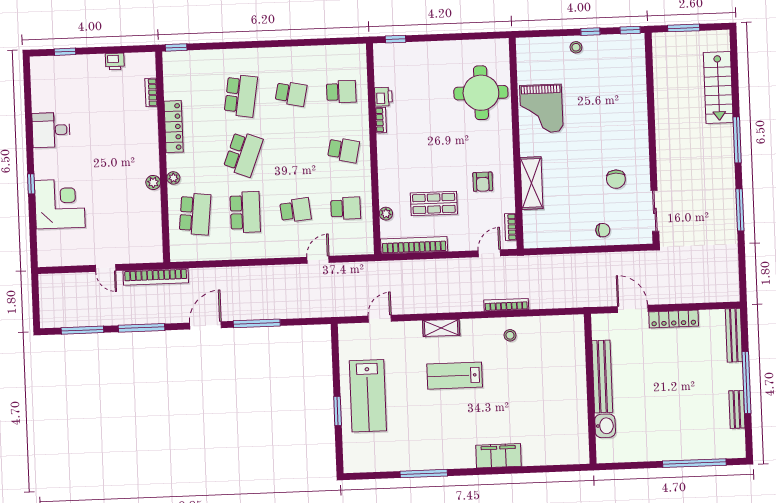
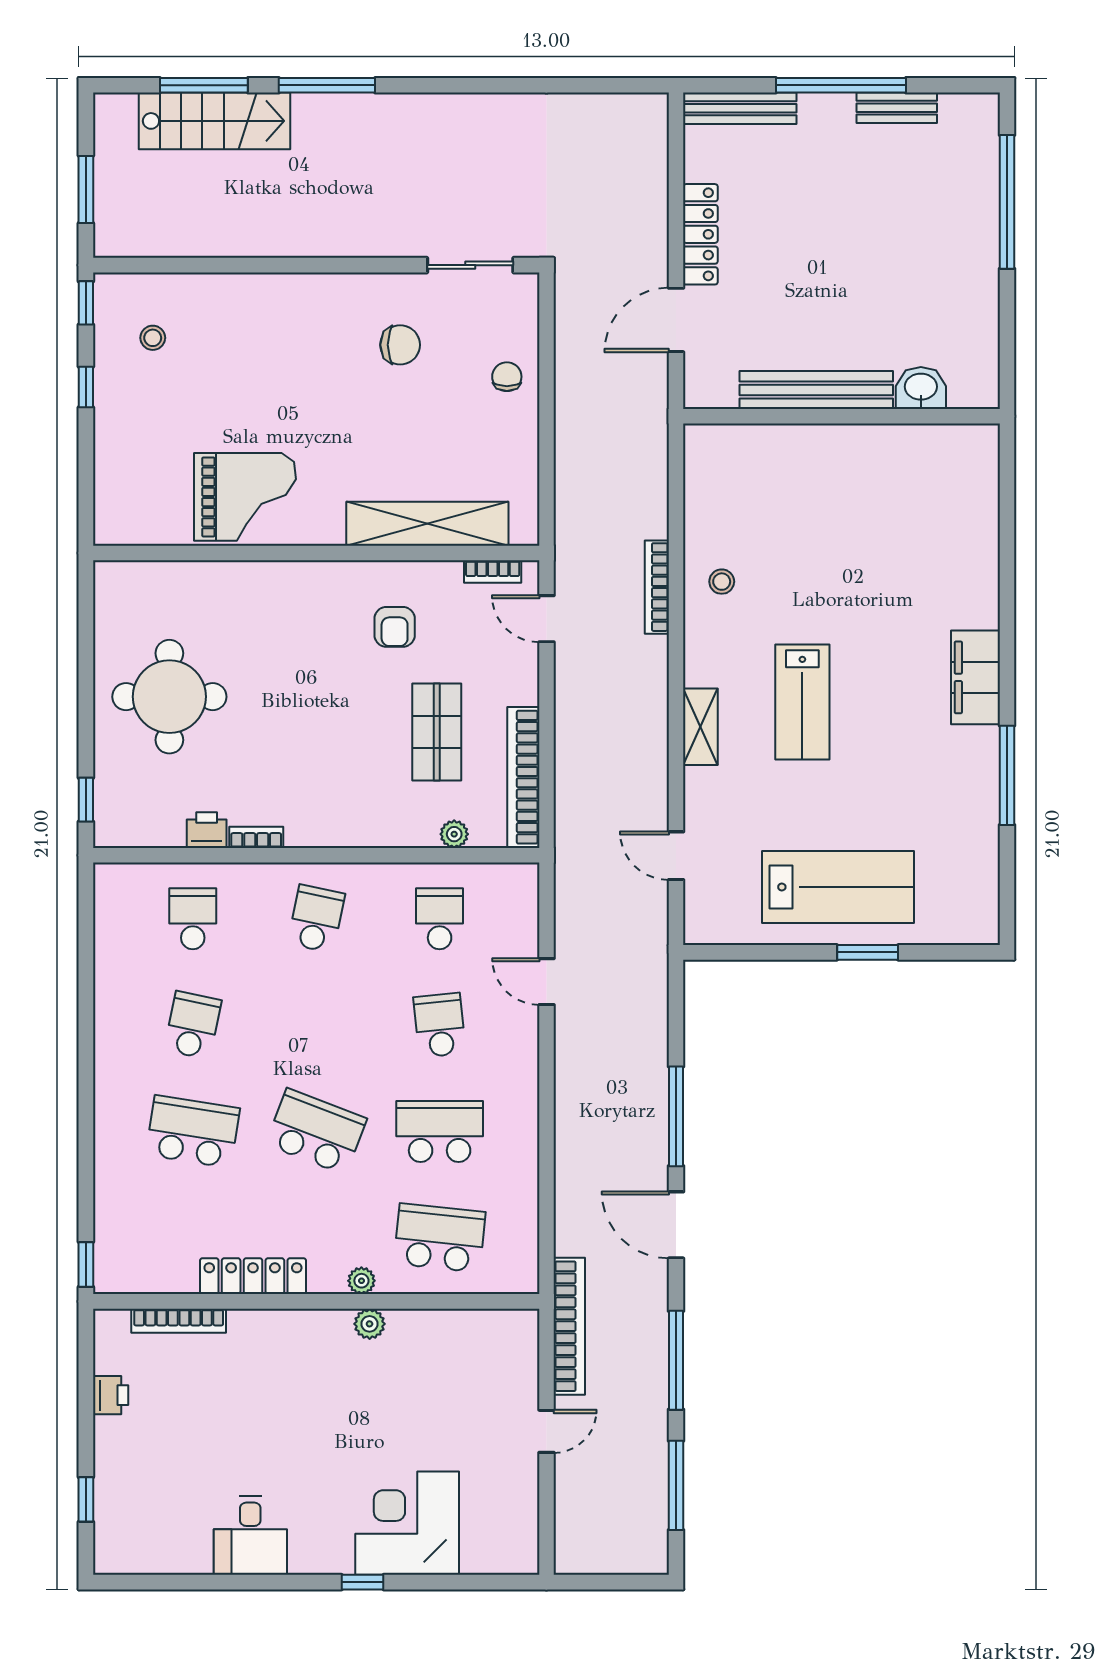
stool: (576, 47) -> (153, 338), moved
bookcase: (151, 92) -> (179, 1321), width x1.56
round table: (481, 93) -> (169, 697), moved
armchair: (483, 182) -> (395, 627), turned 90
shelving: (532, 183) -> (427, 524), width x1.47
window: (740, 210) -> (204, 85), moved
filing cabinet: (499, 456) -> (975, 677), moved

